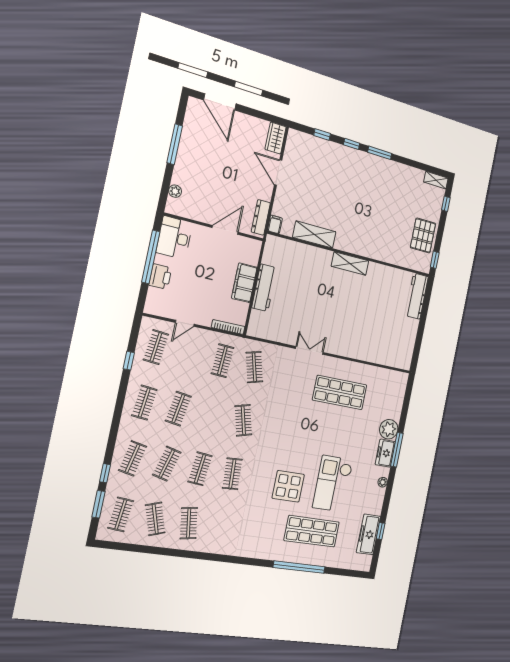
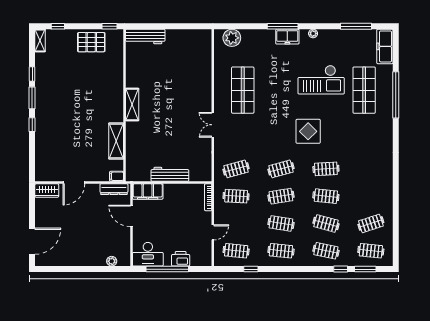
window: (322, 134) -> (32, 74), moved
window: (175, 144) -> (76, 269), removed
filing cabinet: (244, 283) -> (148, 191), moved
door: (185, 323) -> (213, 232), hinge flipped
plant: (389, 429) -> (232, 38), moved
display table: (288, 486) -> (308, 131), moved
clothes rail: (189, 523) -> (281, 196), moved
window: (381, 531) -> (356, 26), width x2.17
freezer: (368, 534) -> (385, 46), moved, turned 90

